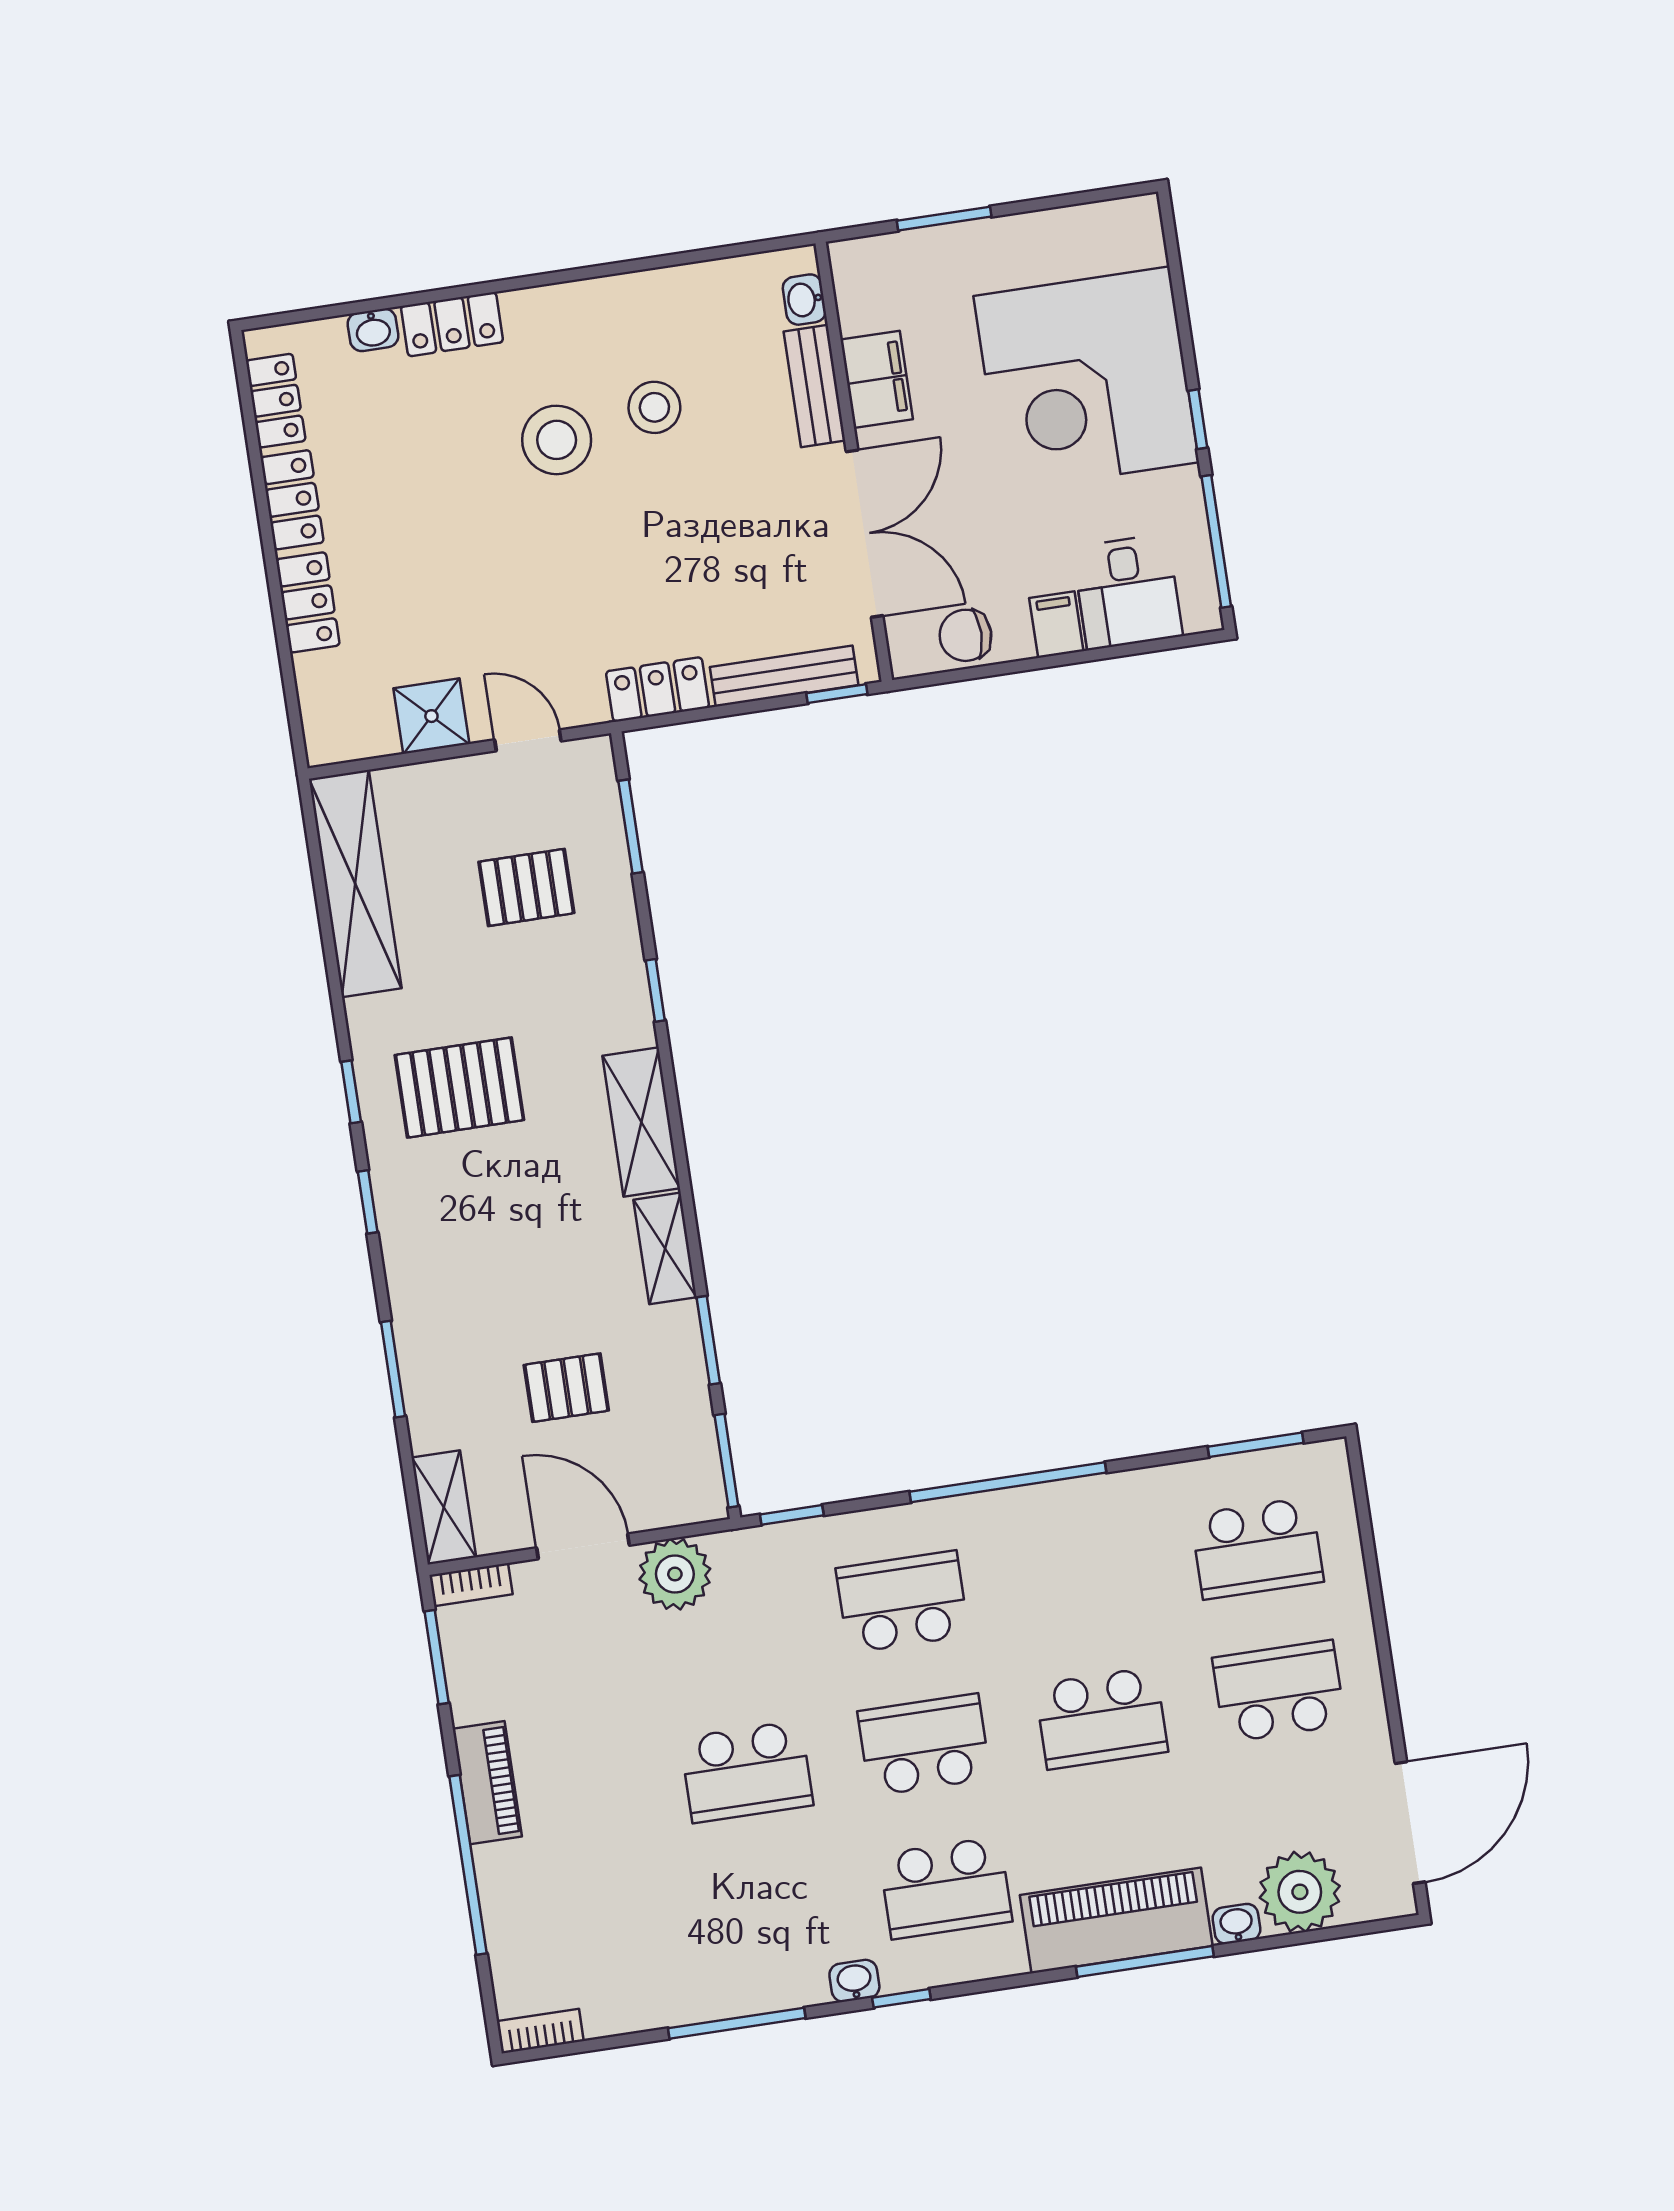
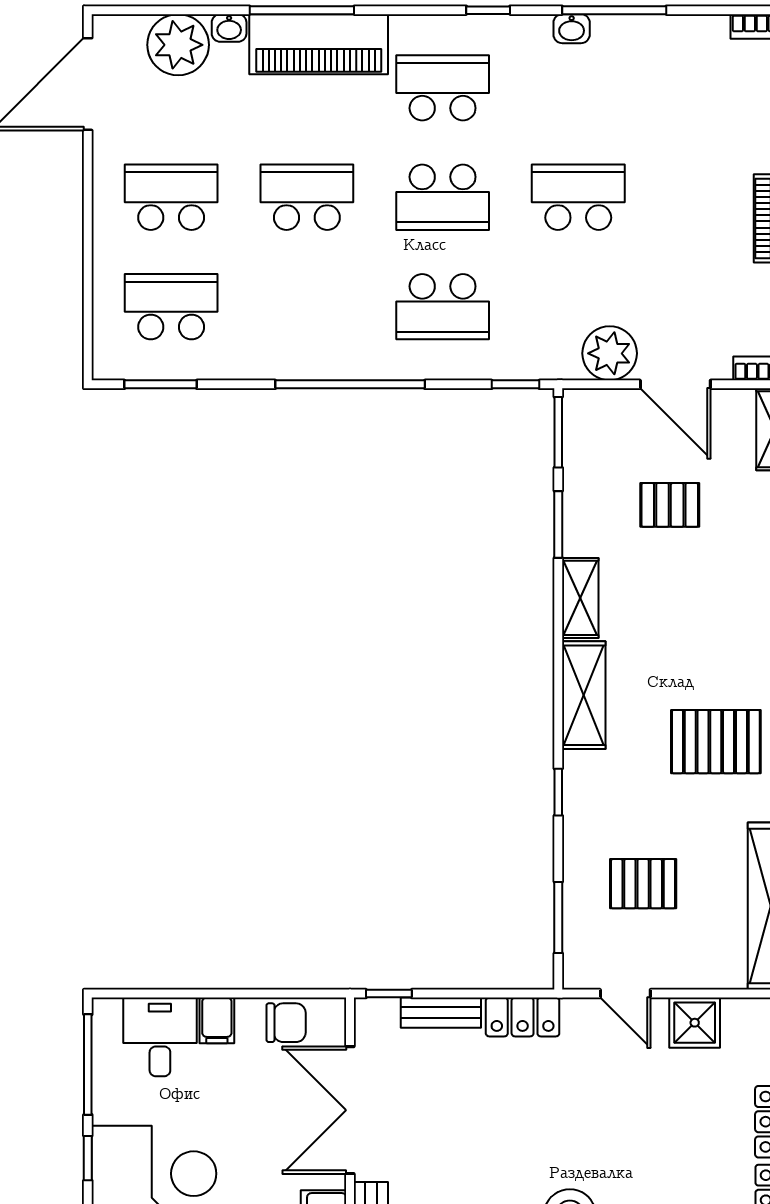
bench: (784, 676) -> (441, 1013), width x0.73
school desk: (1279, 1691) -> (171, 197), turned 180
washbasin: (854, 1981) -> (572, 29), moved

